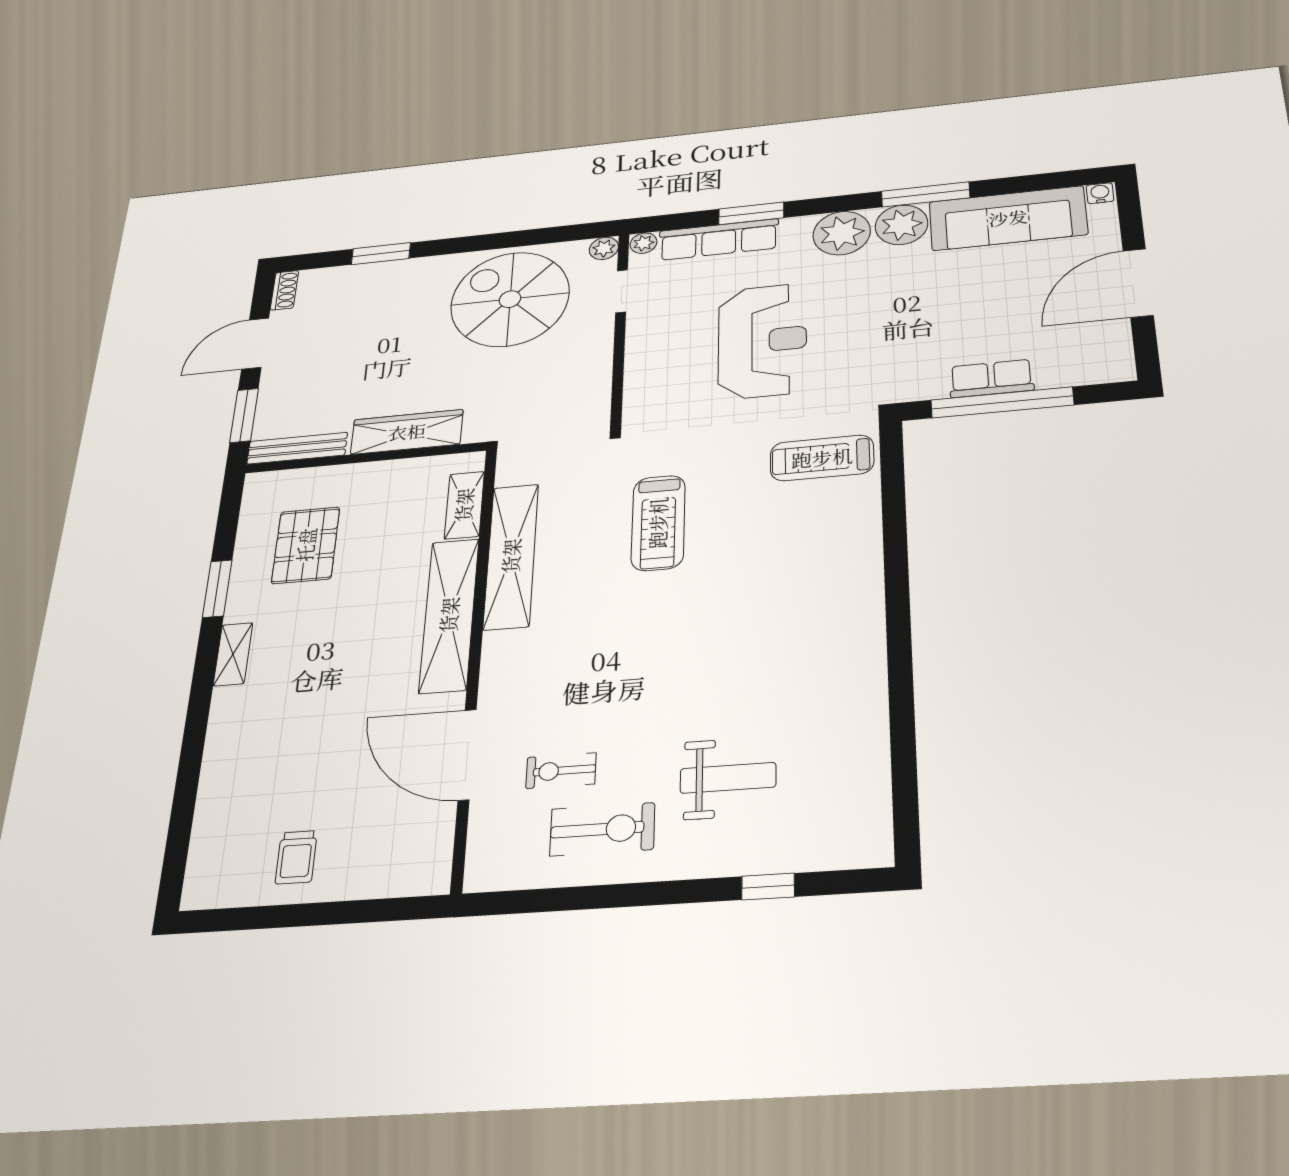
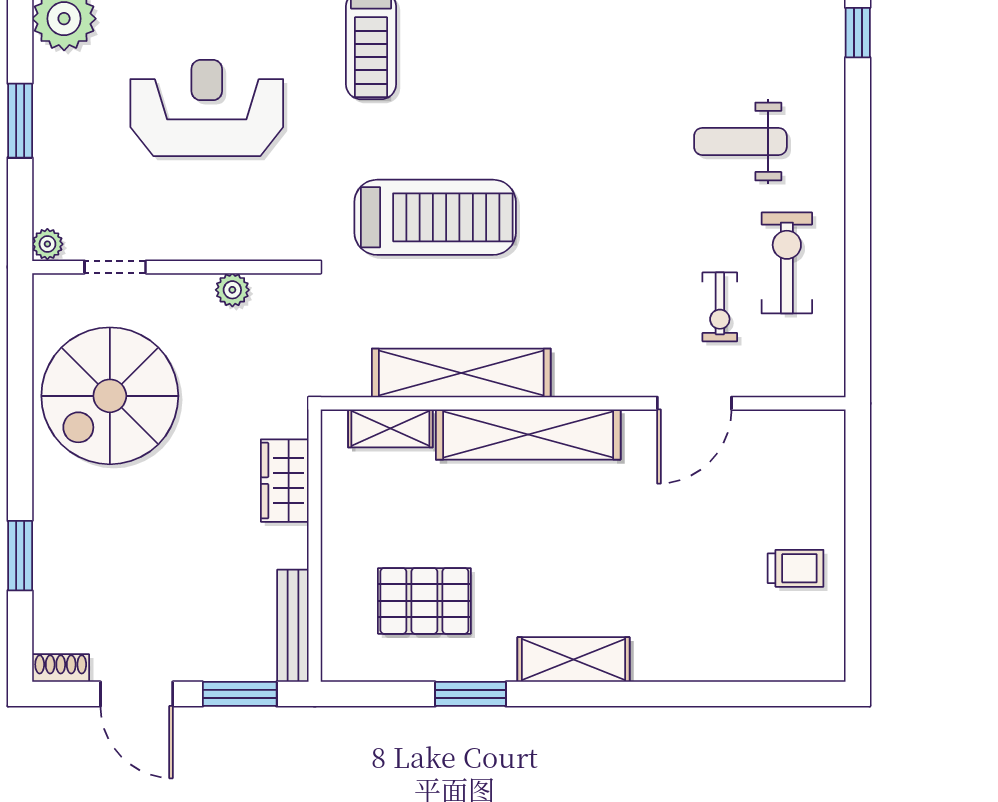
row of seats: (719, 240) -> (54, 158), removed
plant: (604, 248) -> (232, 290), moved
wardrobe: (407, 432) -> (285, 481), width x0.67
treadmill: (658, 523) -> (435, 217), width x1.37, depth x1.38
shelving: (233, 654) -> (573, 659), width x1.50, depth x1.33
door: (467, 755) -> (694, 403), width x0.73
weight bench: (728, 778) -> (740, 141), turned -90
window: (768, 887) -> (858, 33), moved

